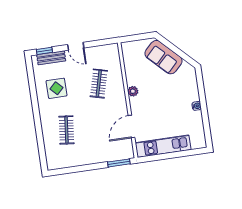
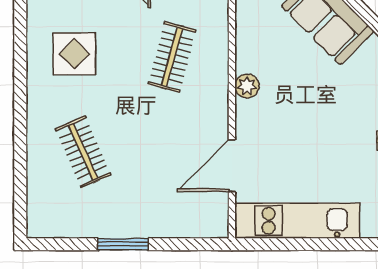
clothes rail: (66, 130) -> (83, 152), turned -30
window: (119, 163) -> (123, 244), moved

